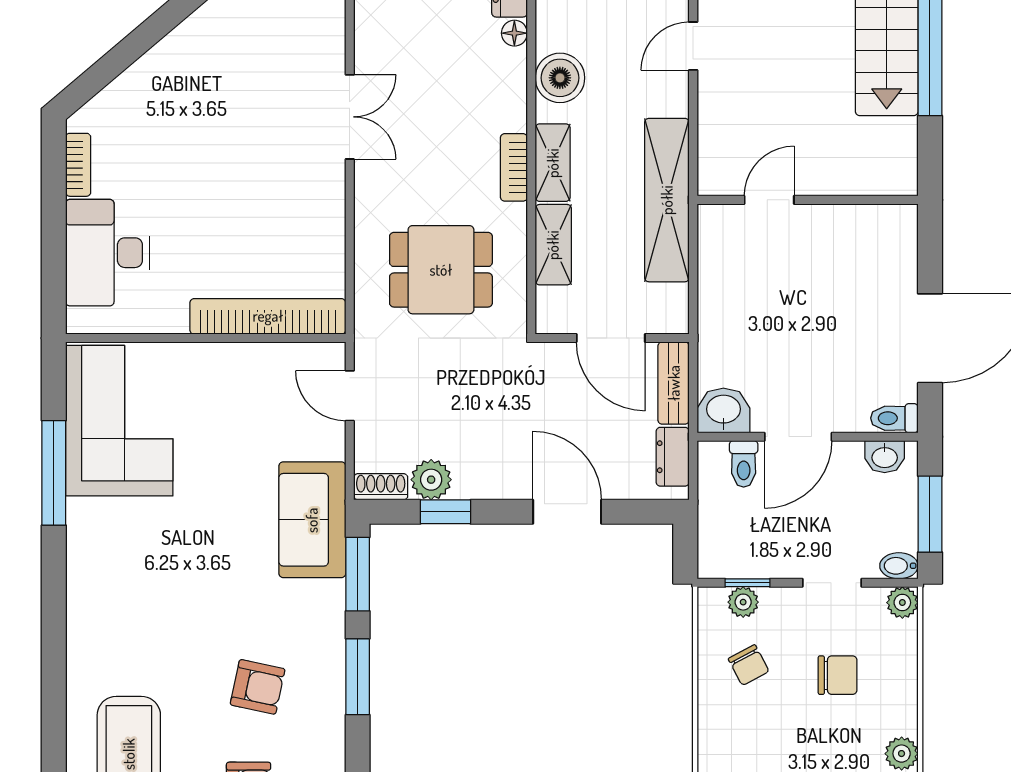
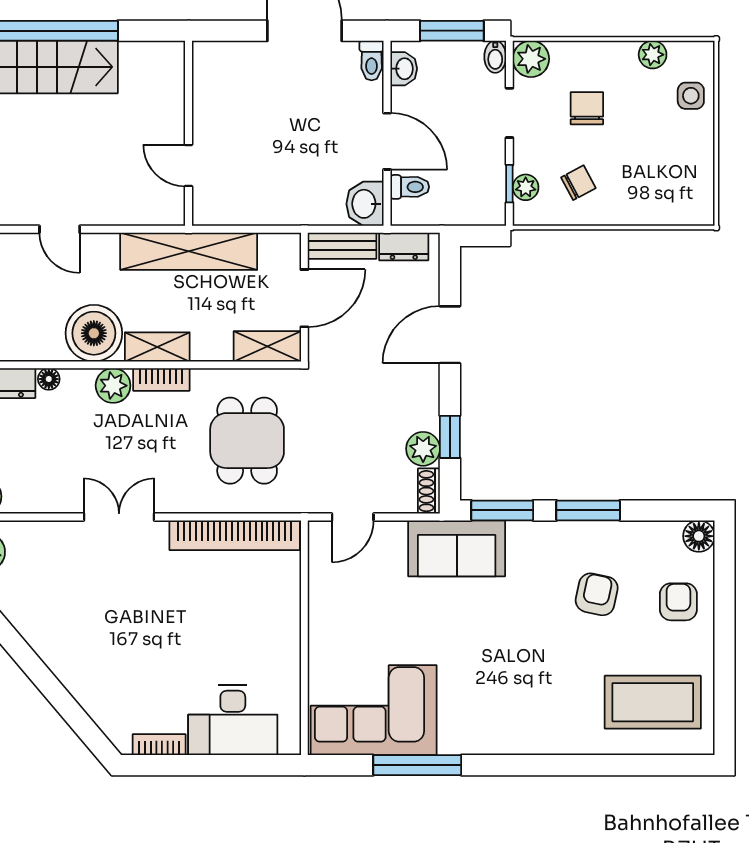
boiler: (560, 78) -> (94, 333), width x1.37, depth x1.37
plant: (507, 110) -> (113, 386), added
shelving: (553, 245) -> (267, 346), moved
bookcase: (268, 316) -> (235, 535), moved, turned -90
plant: (902, 603) -> (531, 59), width x1.38, depth x1.38

